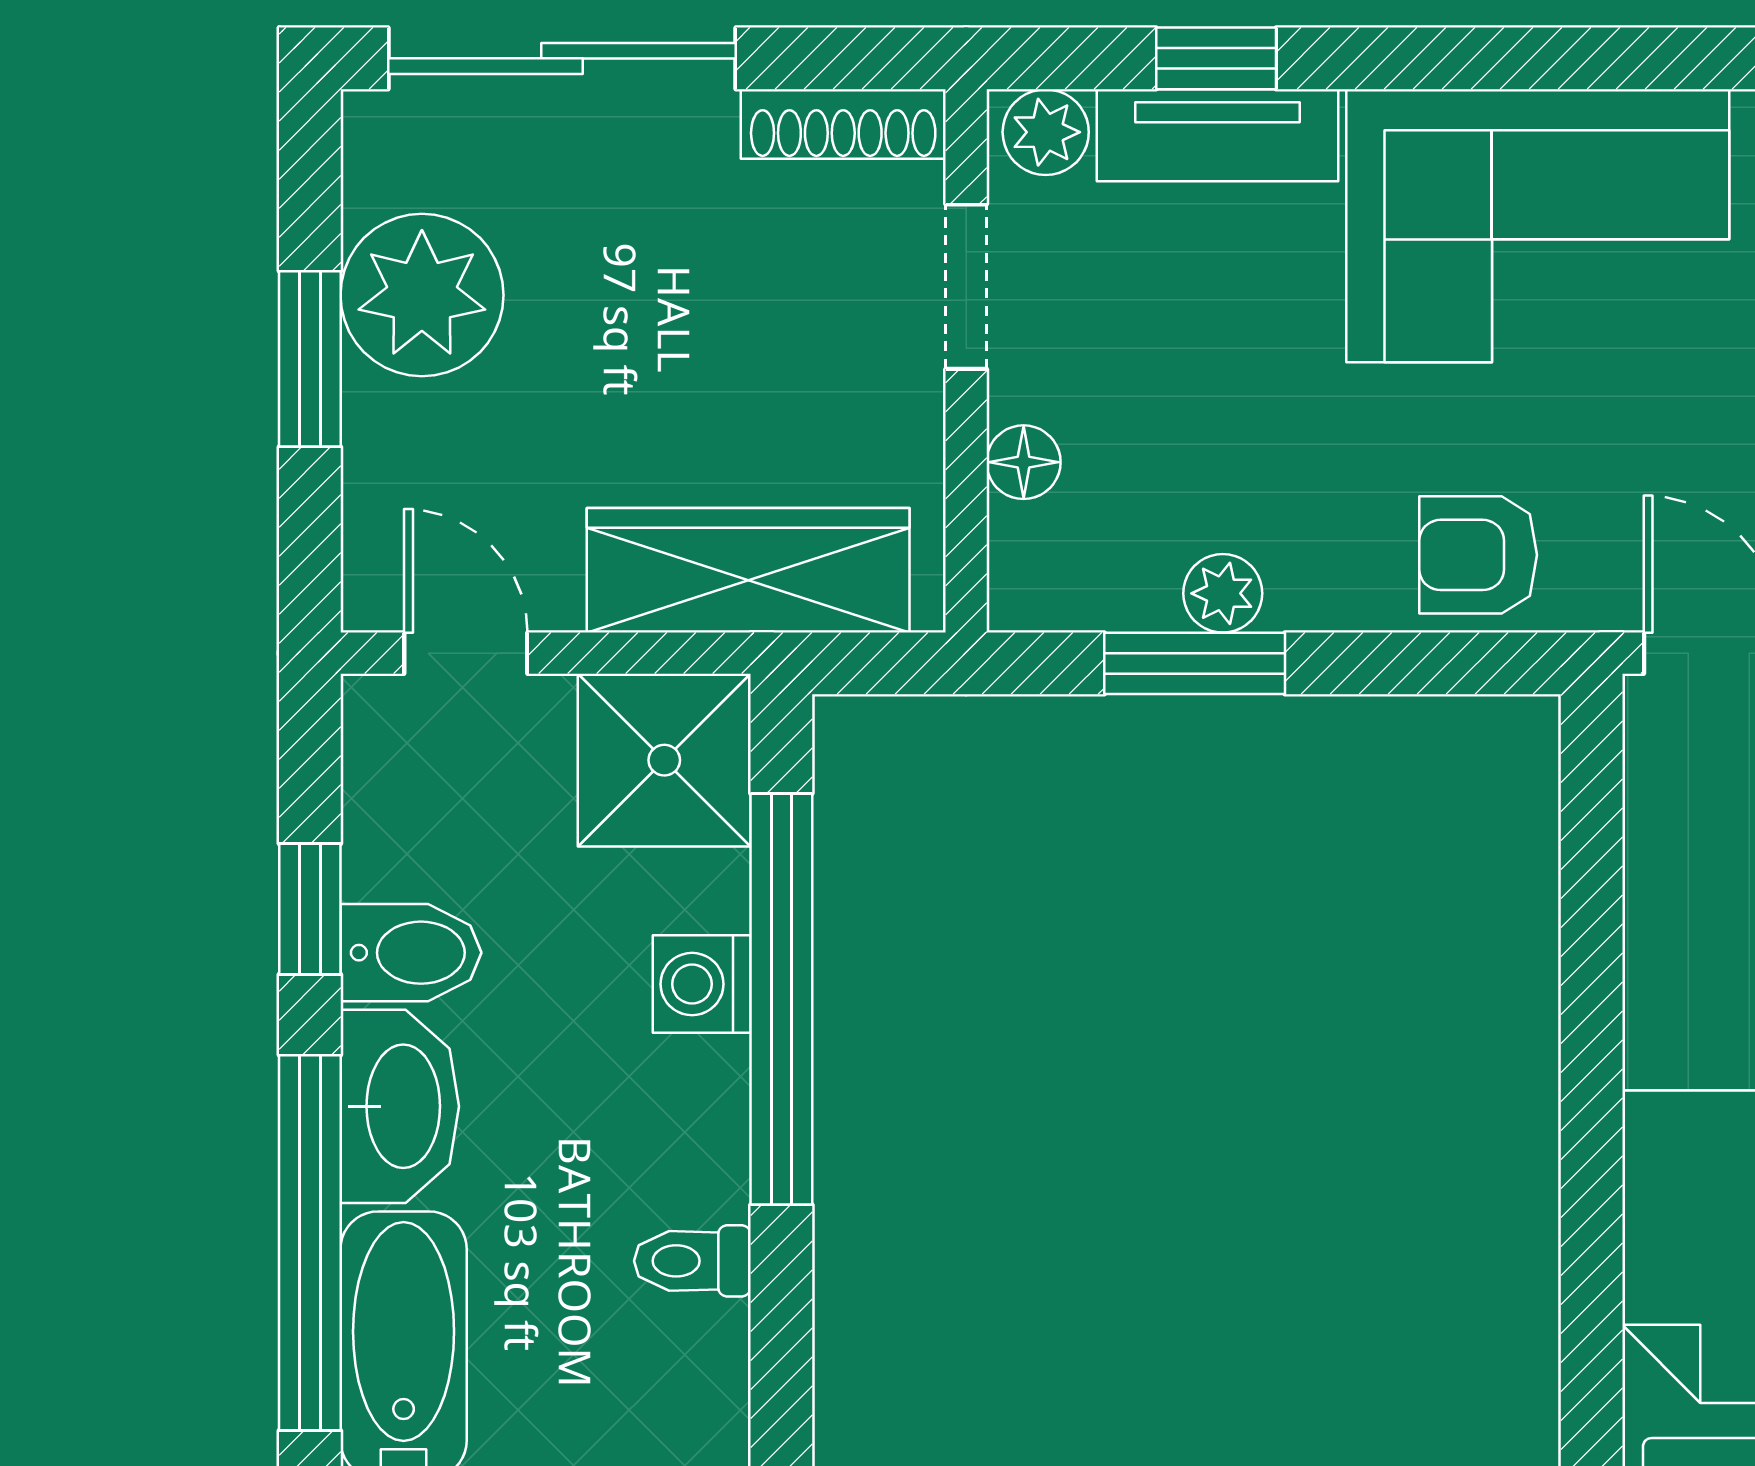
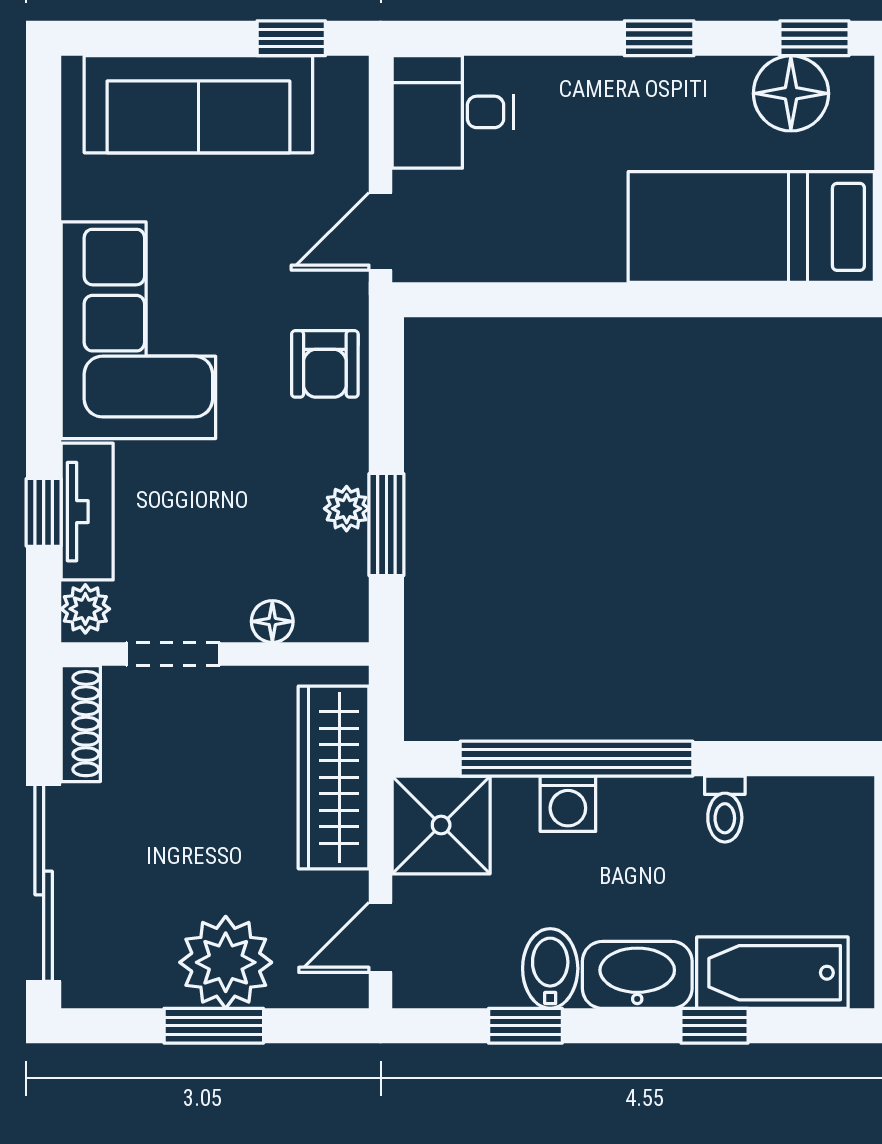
plant: (422, 295) -> (226, 962), moved
window: (310, 1243) -> (714, 1026), width x0.32

